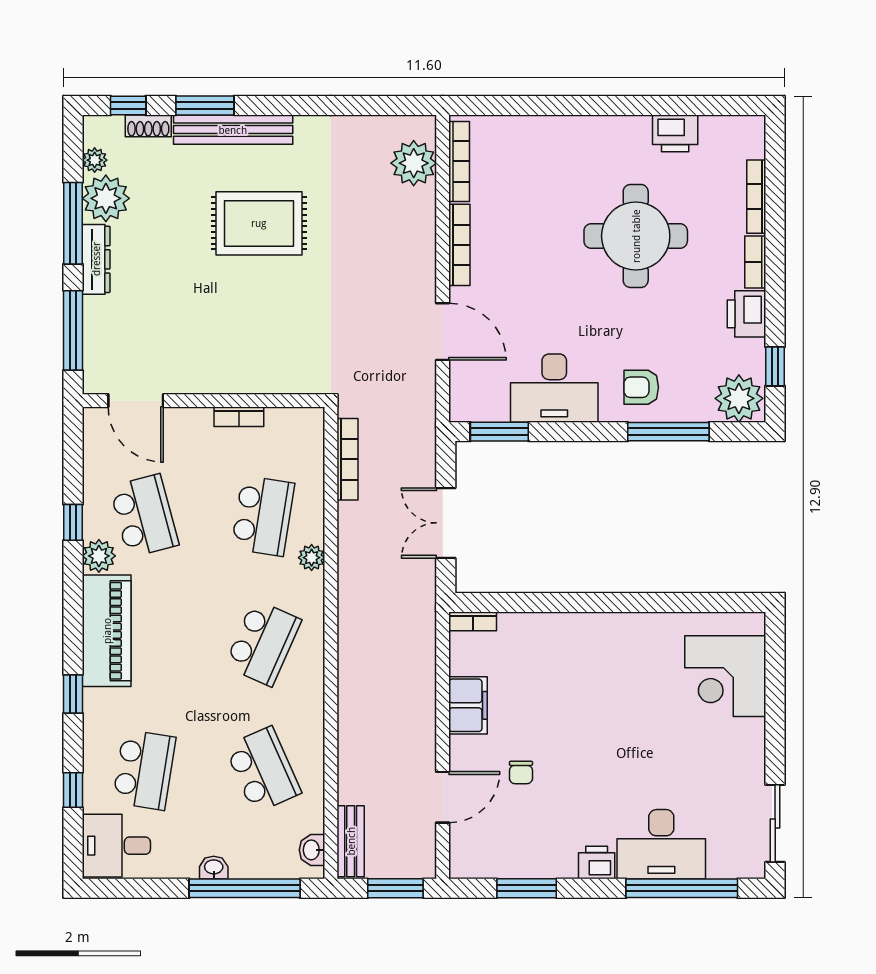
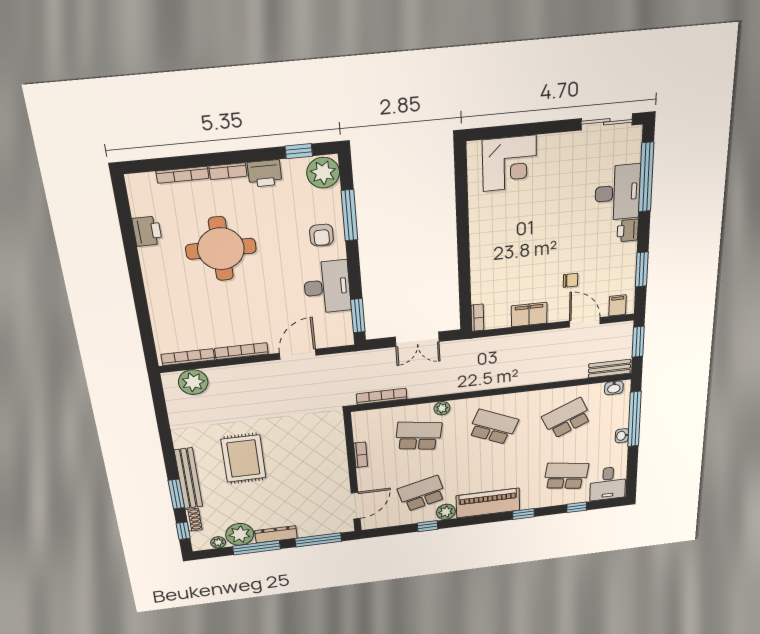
filing cabinet: (467, 851) -> (617, 305), added

